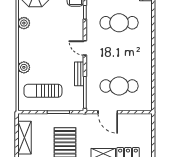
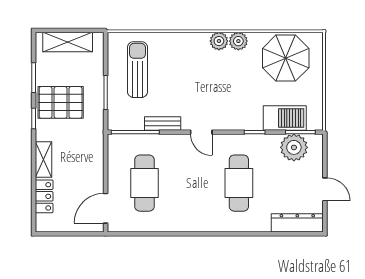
door: (85, 48) -> (201, 132), swing flipped
plant: (24, 67) -> (219, 41), moved
door: (108, 112) -> (106, 208), moved

